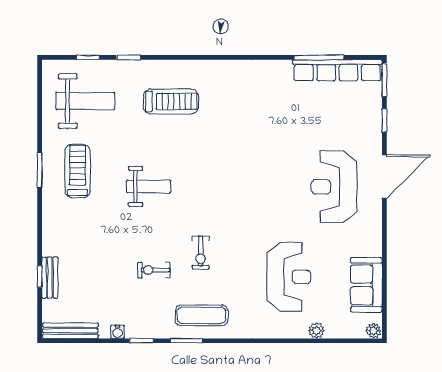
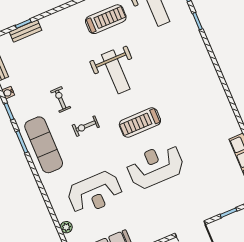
treadmill: (171, 102) -> (140, 123), moved, turned 90
weight bench: (149, 186) -> (116, 72), width x1.36, depth x1.33
reception desk: (334, 187) -> (155, 166), moved
exercise mat: (202, 315) -> (44, 145), width x1.36, depth x1.45

